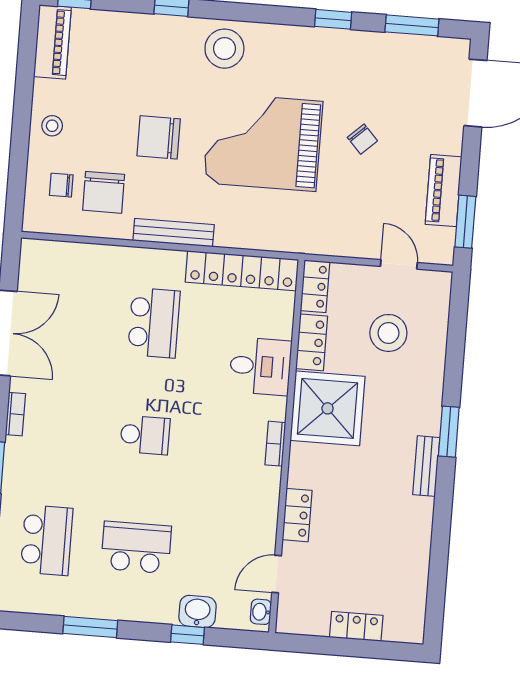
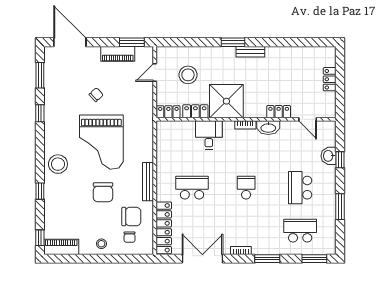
locker: (242, 271) -> (164, 228), moved
washbasin: (261, 612) -> (268, 128), moved, width x1.91, depth x1.45

